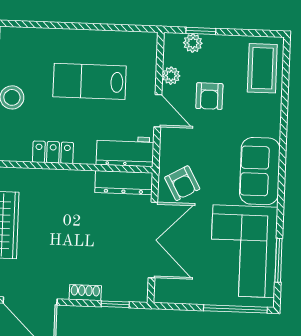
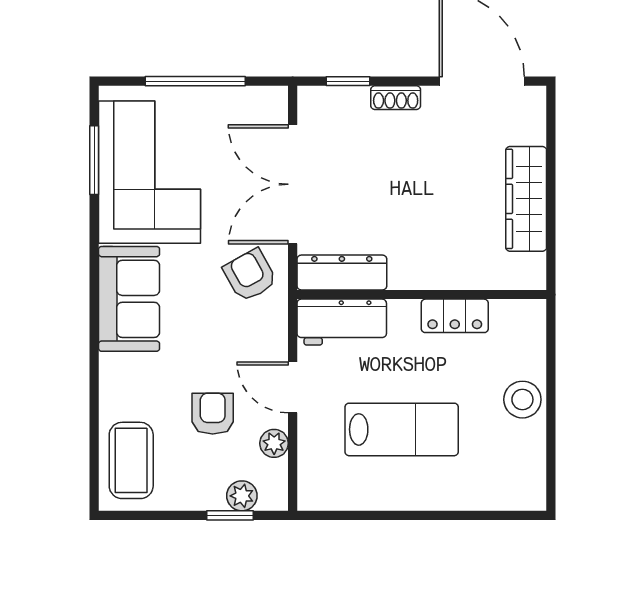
window: (235, 309) -> (195, 81), moved

